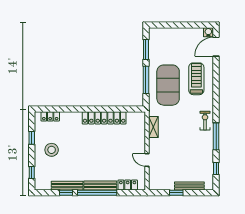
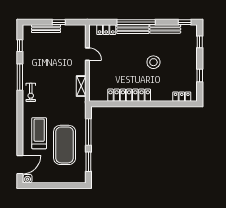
treadmill: (196, 79) -> (39, 133), turned 180
exercise mat: (168, 85) -> (65, 145), moved
stool: (52, 150) -> (153, 62), moved
window: (66, 193) -> (185, 22), moved

